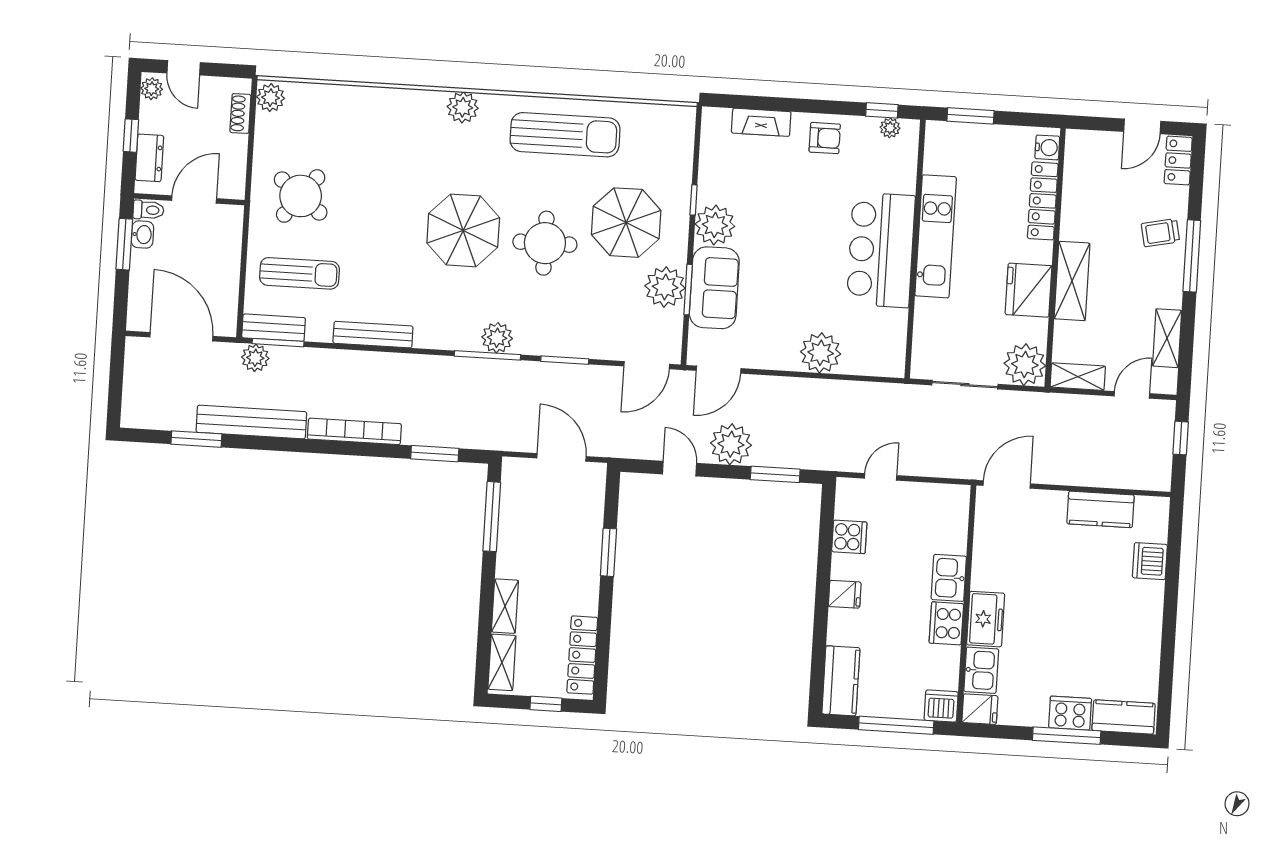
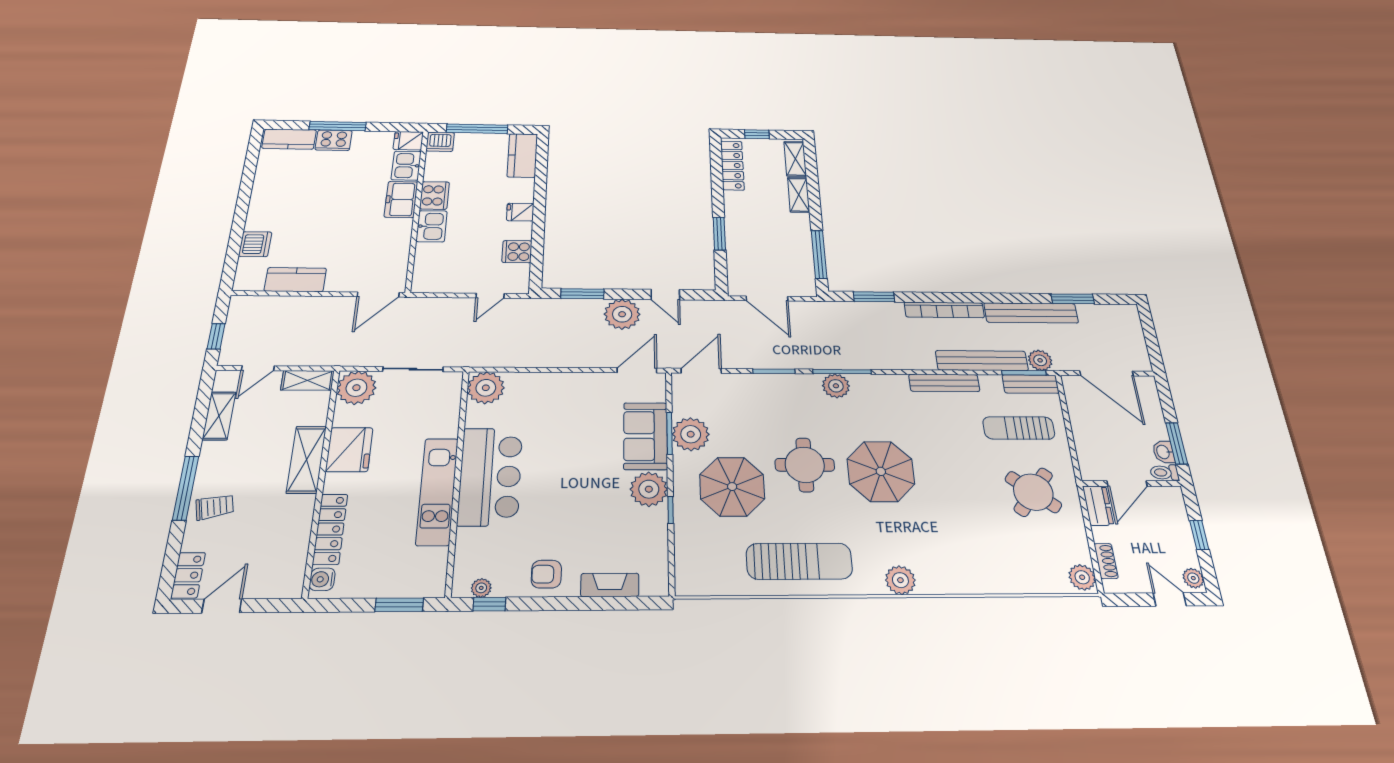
sun lounger: (565, 135) -> (799, 561), turned 180
dresser: (149, 158) -> (1098, 505), moved, turned 180
plant: (821, 353) -> (486, 388), moved
bench: (324, 361) -> (982, 361), added

